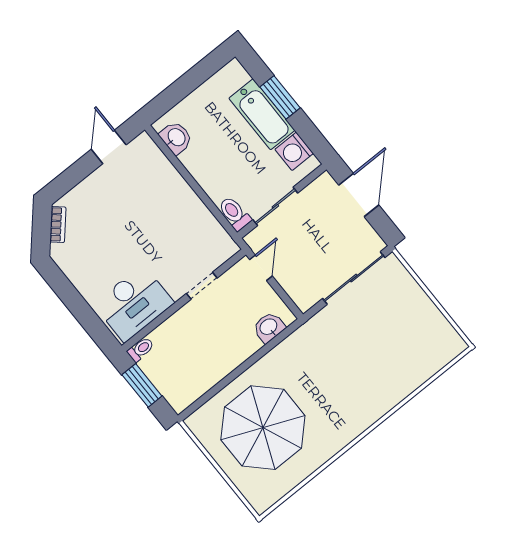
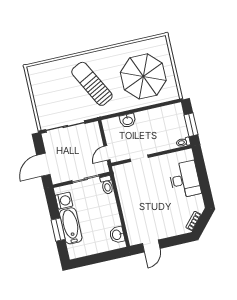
desk: (134, 304) -> (185, 180), moved, turned 90
washbasin: (269, 327) -> (128, 120), moved
sun lounger: (344, 373) -> (92, 84), added

